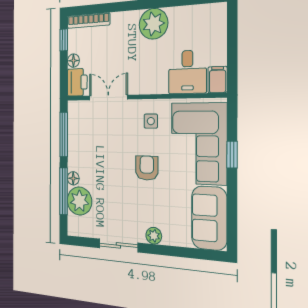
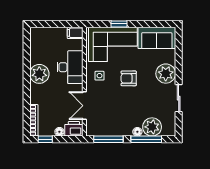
desk: (187, 72) -> (70, 67), moved, width x1.37
plant: (154, 236) -> (166, 74), width x1.88, depth x1.88

